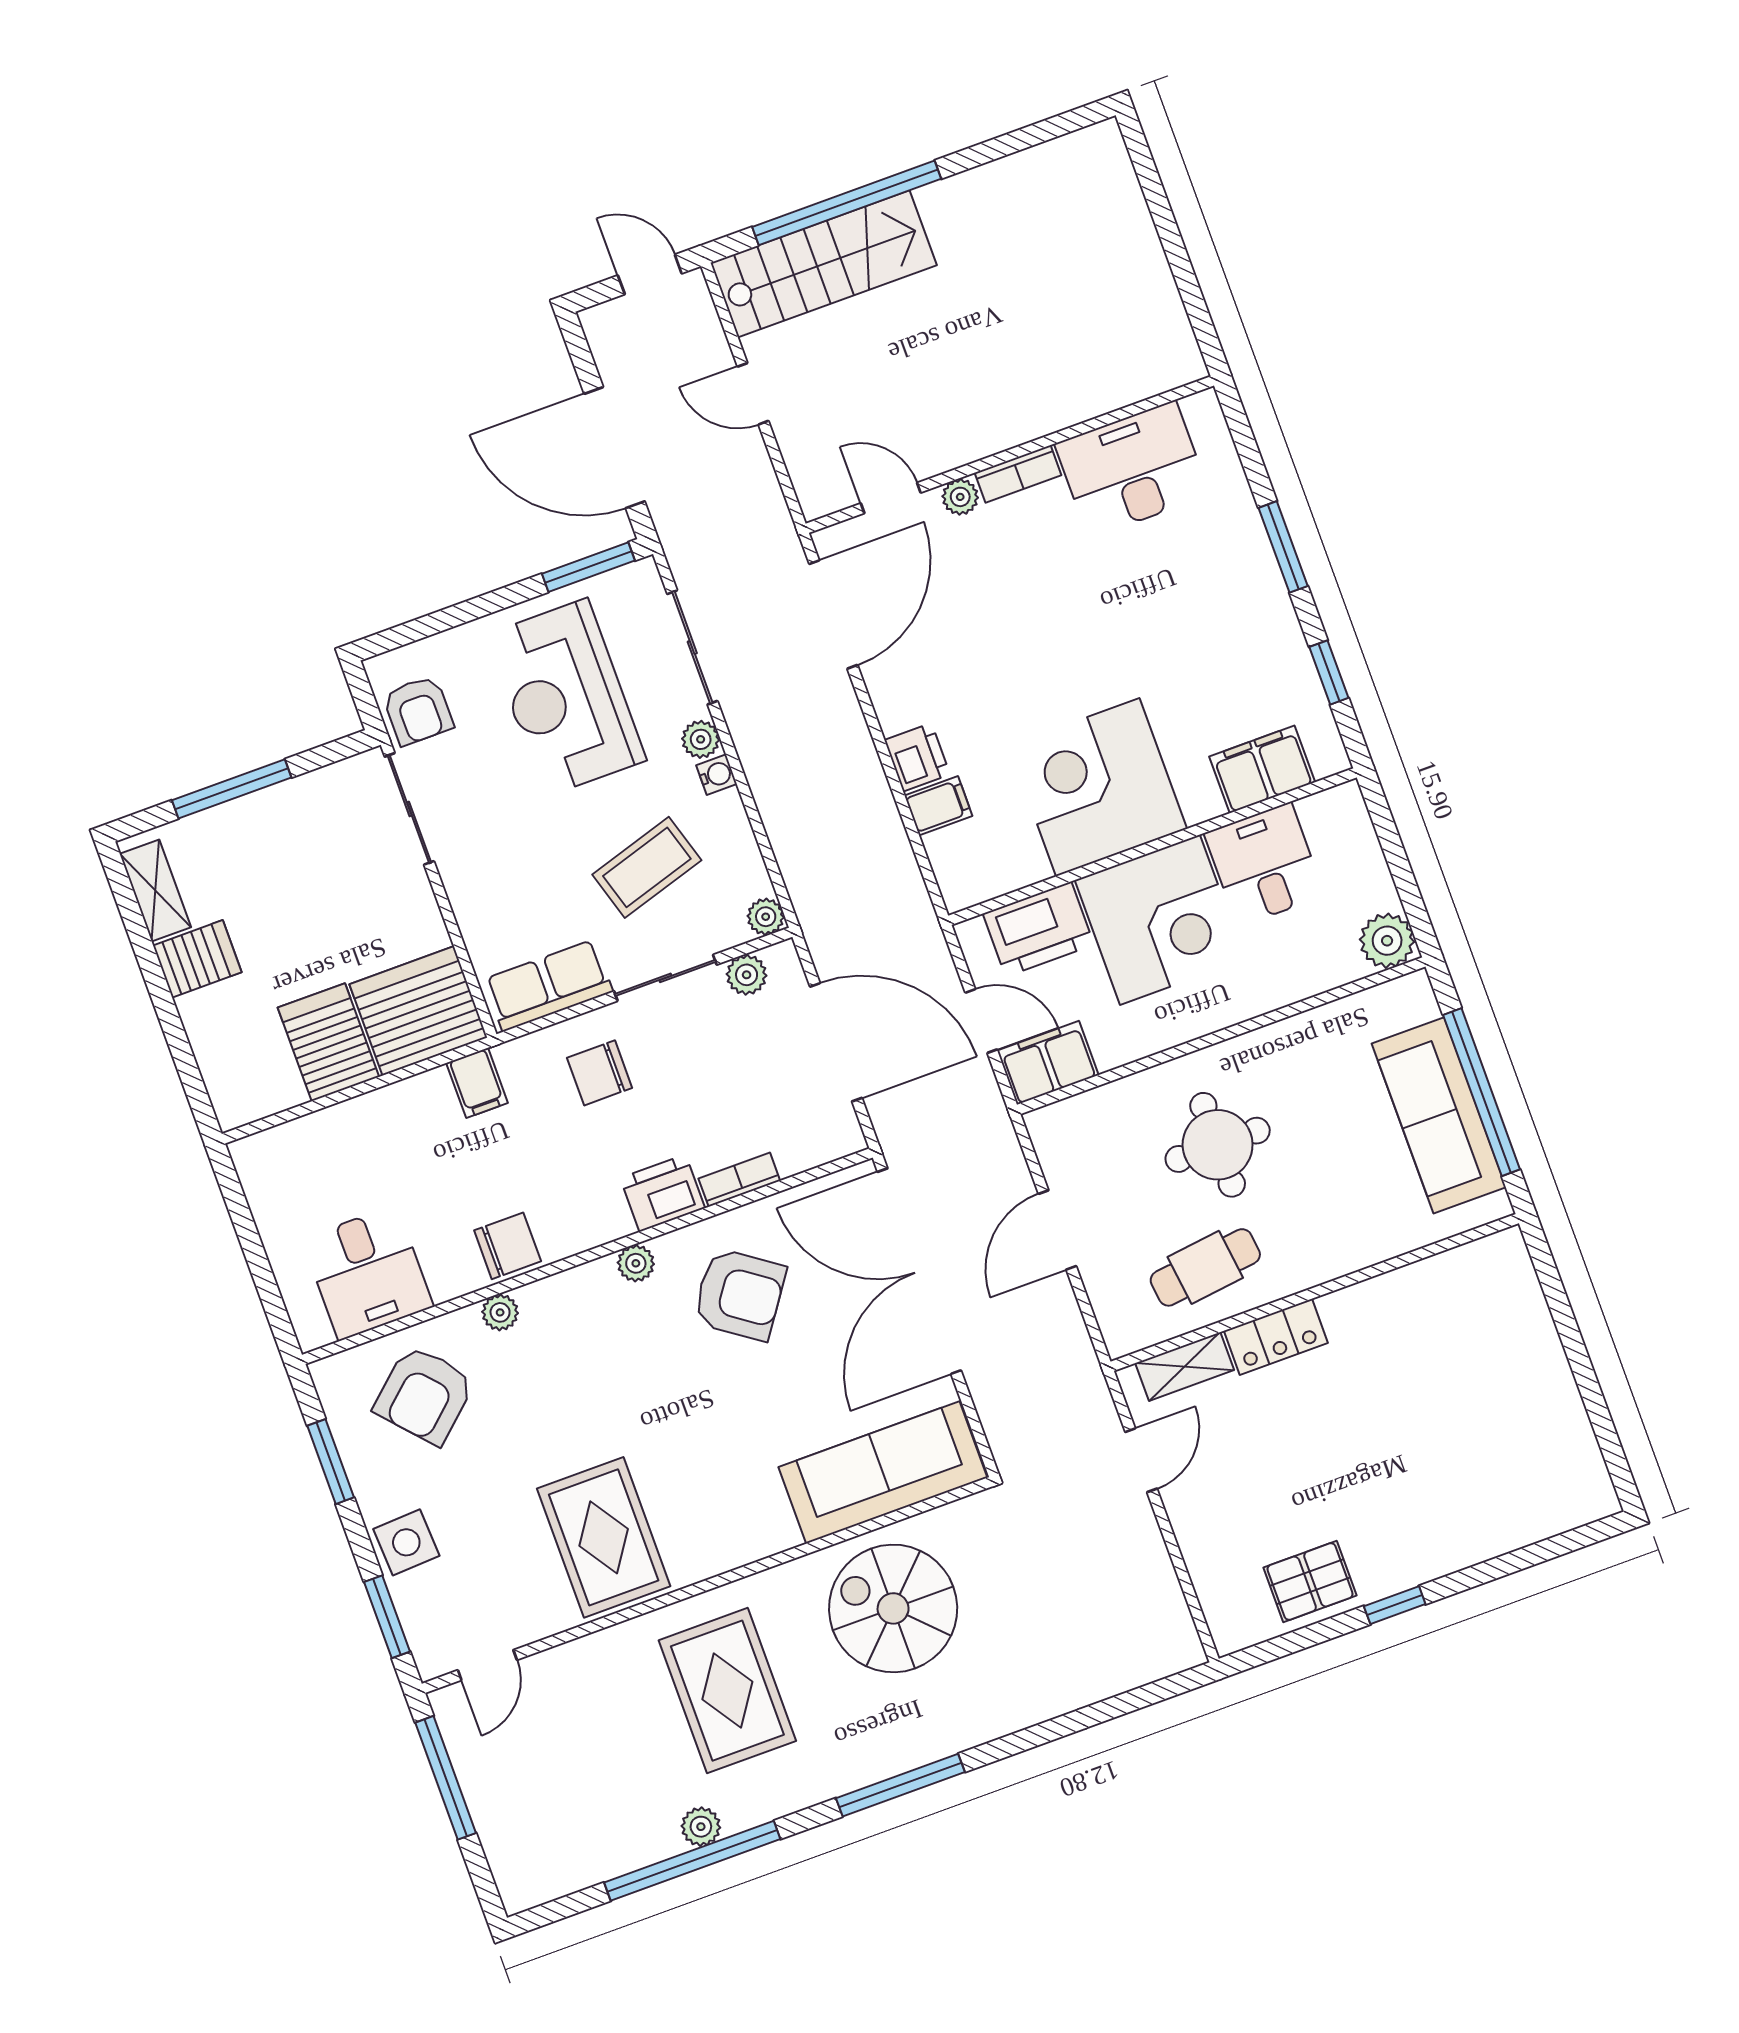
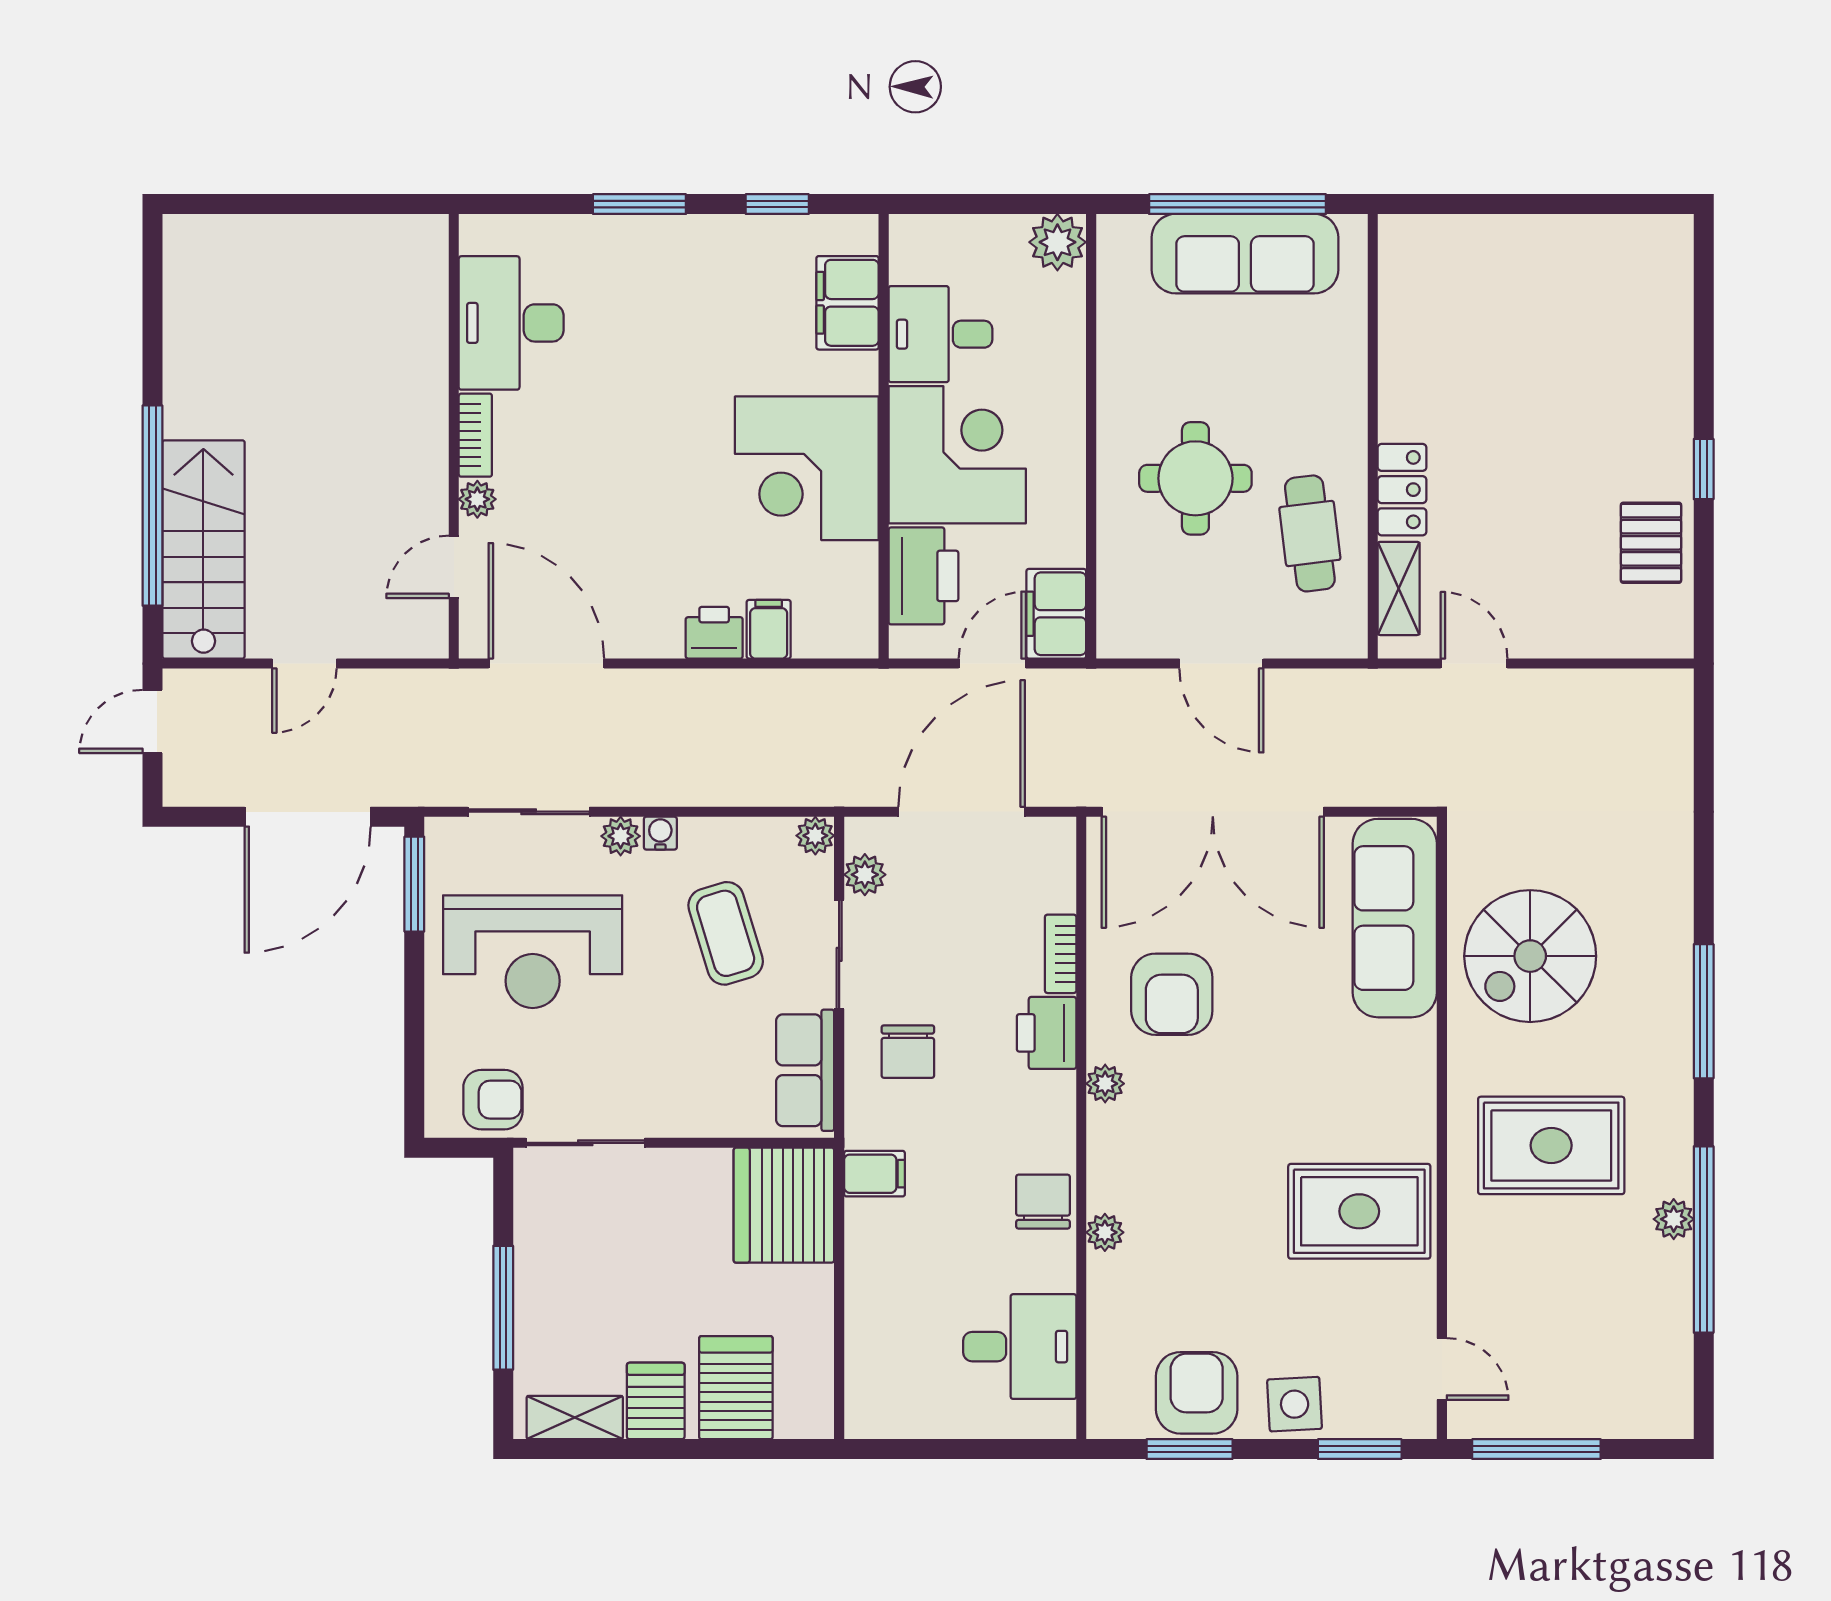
server rack: (328, 1042) -> (736, 1388), moved, turned 90
armchair: (739, 1294) -> (1172, 994), turned 145
armchair: (424, 1395) -> (1197, 1393), moved, turned -138

